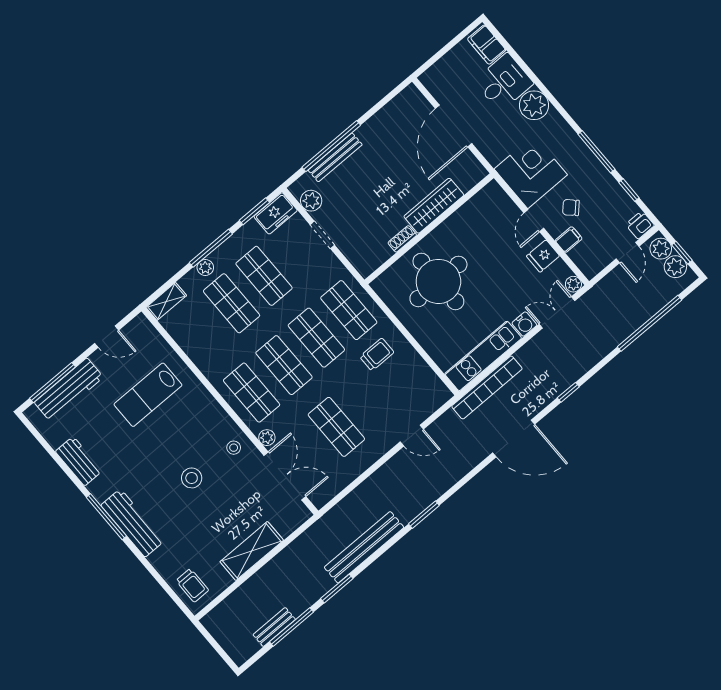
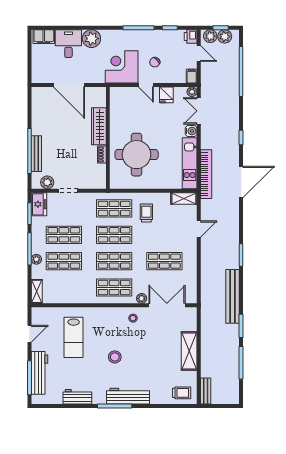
filing cabinet: (569, 240) -> (192, 76), moved
shelving: (434, 385) -> (184, 198), added
stool: (192, 478) -> (115, 357), moved
bench: (274, 627) -> (206, 391), moved

